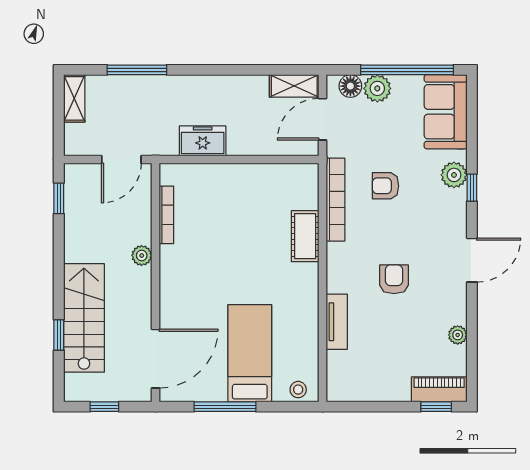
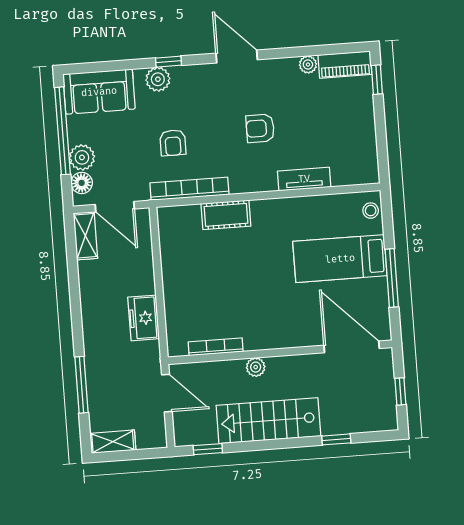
stairs: (84, 318) -> (268, 421), moved
piano: (439, 389) -> (345, 65), moved, turned -90

